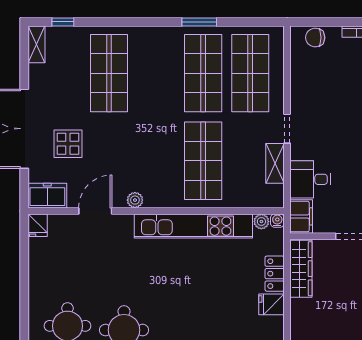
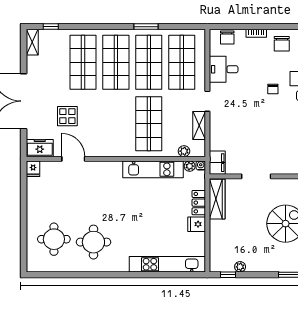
chair: (315, 38) -> (227, 37), turned -90
shop shelf: (156, 73) -> (116, 62), added
display table: (68, 144) -> (67, 116), moved
desk: (310, 179) -> (224, 69), moved
plant: (135, 200) -> (184, 151), moved
door: (95, 211) -> (73, 159), hinge flipped
kitchen unit: (193, 226) -> (153, 169), width x0.73

